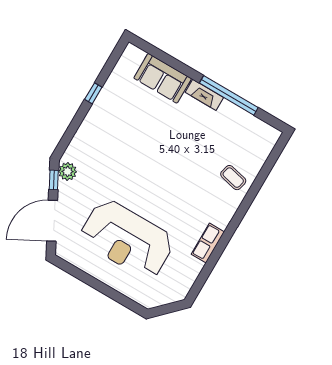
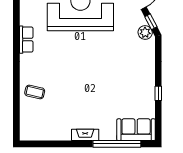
sofa: (163, 78) -> (136, 130), moved
window: (229, 95) -> (117, 144), moved

